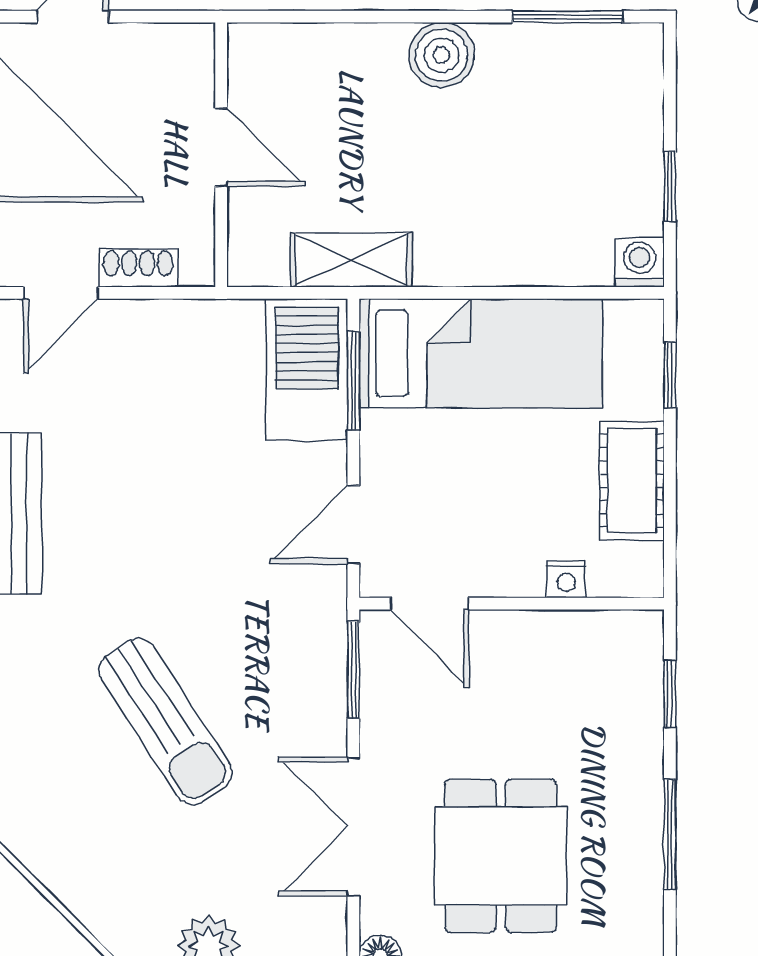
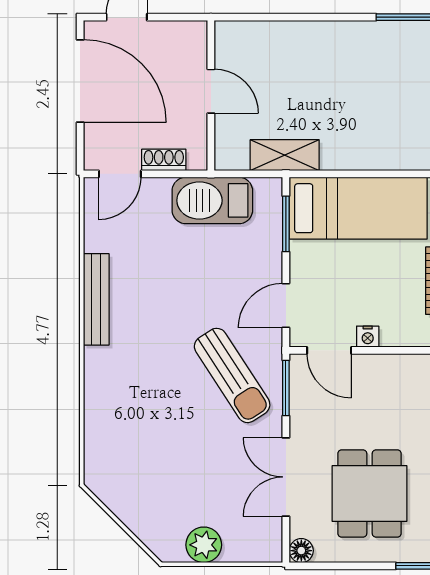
boiler: (442, 55) -> (336, 39), removed
barbecue: (307, 370) -> (212, 200), moved, turned -90
nightstand: (566, 579) -> (368, 337), moved
sun lounger: (165, 721) -> (232, 375), moved

